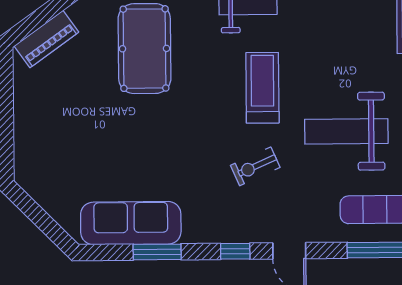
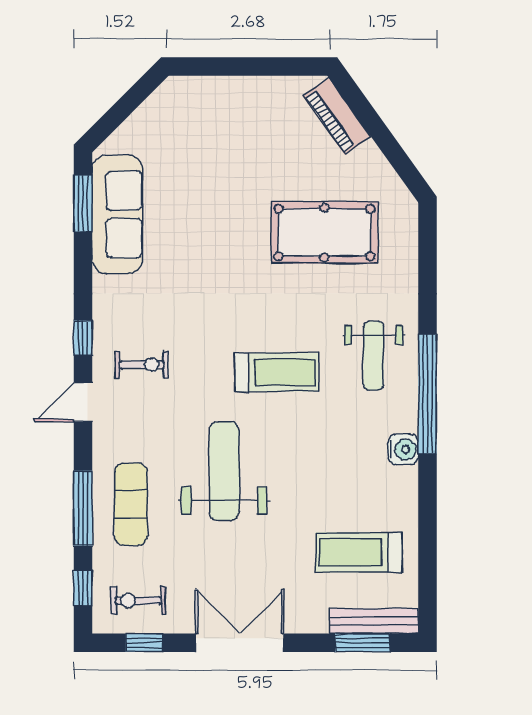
exercise bike: (255, 166) -> (142, 365), moved, turned 114
window: (157, 252) -> (83, 204), moved

